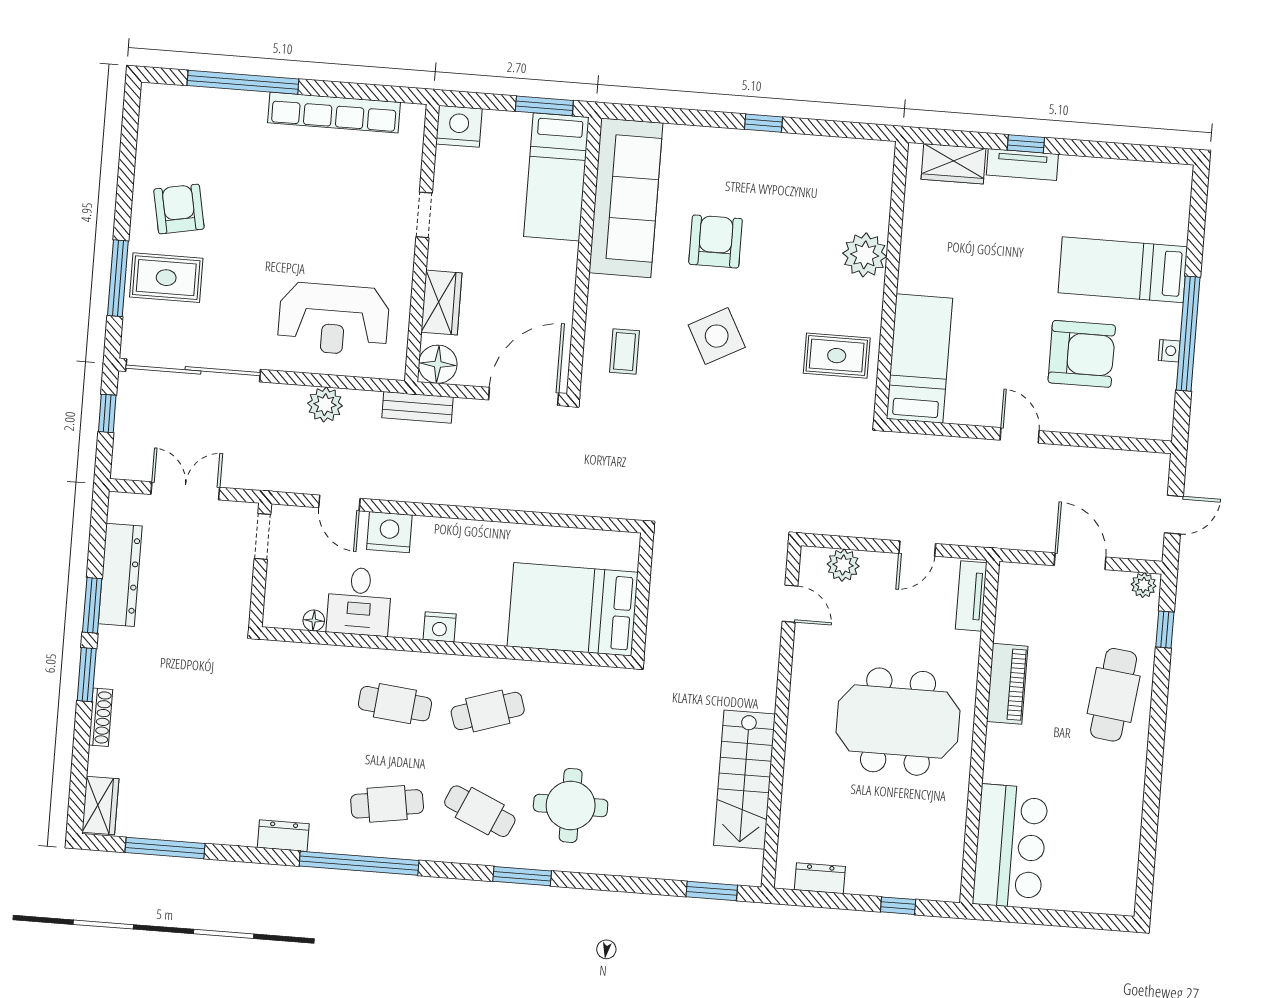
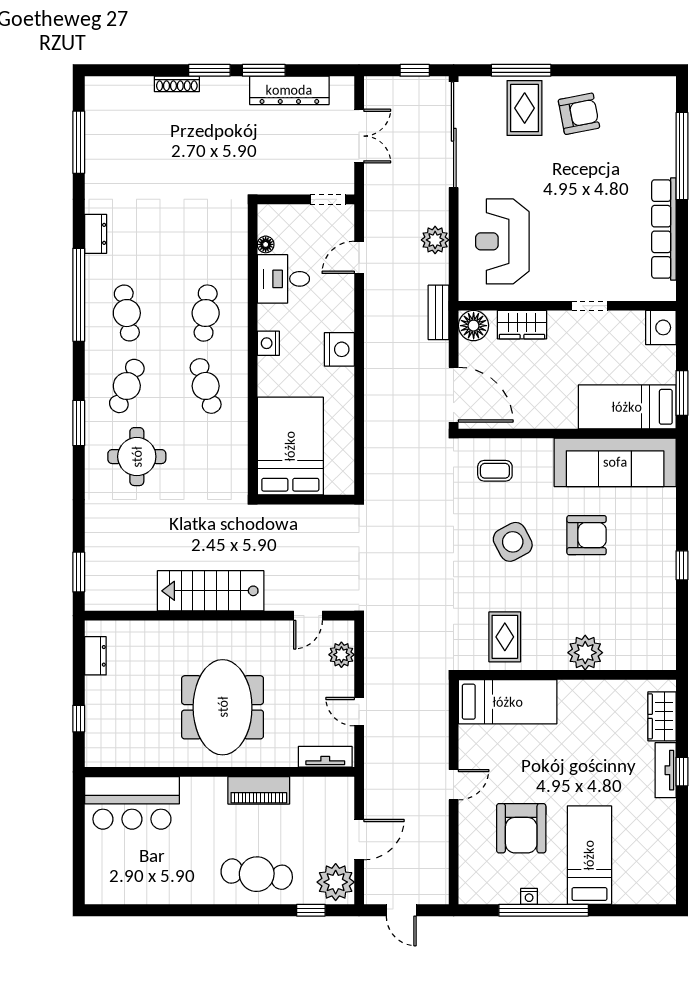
nightstand: (389, 532) -> (339, 349), moved
plant: (1144, 585) -> (336, 882), width x1.87, depth x1.87
stairs: (744, 780) -> (211, 591), moved
wardrobe: (100, 805) -> (108, 89), removed

